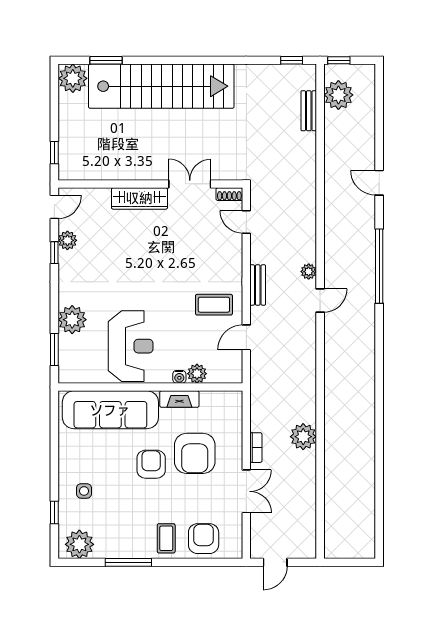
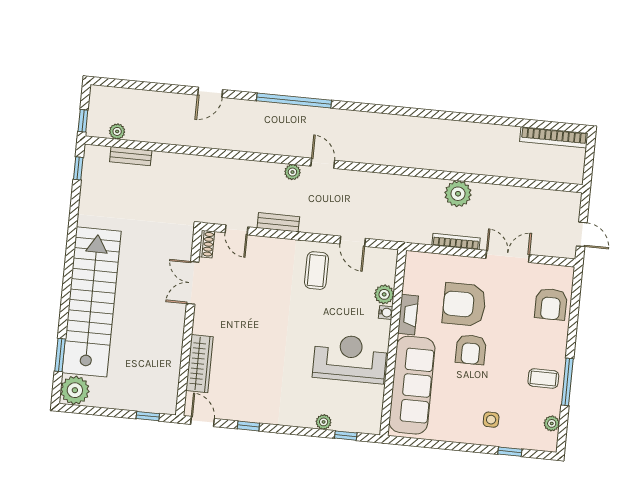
plant: (338, 95) -> (117, 131), width x0.53, depth x0.53
wardrobe: (139, 198) -> (199, 364), moved
door: (246, 222) -> (236, 230), hinge flipped
plant: (67, 240) -> (237, 412), removed
bench: (258, 285) -> (278, 222), moved
plant: (72, 320) -> (324, 422), width x0.53, depth x0.53
window: (54, 349) -> (346, 436), width x0.67
bookcase: (256, 448) -> (456, 242), width x1.56
armchair: (195, 453) -> (464, 305), turned 180
armchair: (151, 464) -> (471, 349), turned -90
bookcase: (368, 525) -> (554, 137), added
coffee table: (166, 538) -> (543, 378), moved
armchair: (204, 539) -> (551, 304), turned -90
plant: (79, 544) -> (552, 423), width x0.53, depth x0.53

